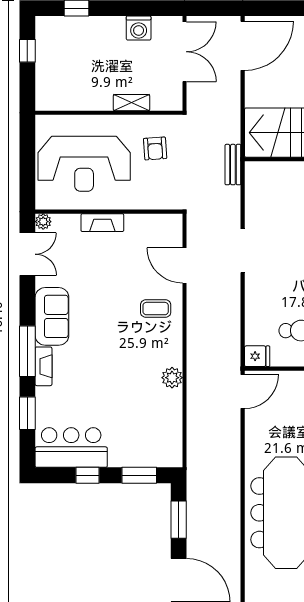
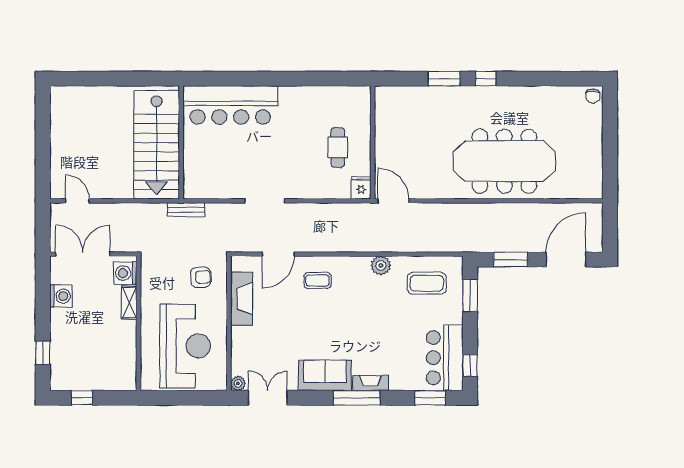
door: (243, 46) -> (77, 201), width x0.53
washing machine: (164, 98) -> (125, 273), added
armchair: (155, 148) -> (201, 277), moved
fireplace: (102, 223) -> (242, 299), moved, width x1.37, depth x1.32
coffee table: (156, 309) -> (318, 280), turned 90
window: (27, 413) -> (430, 398), moved
coffee table: (153, 428) -> (427, 283), added
window: (88, 475) -> (470, 366), moved

